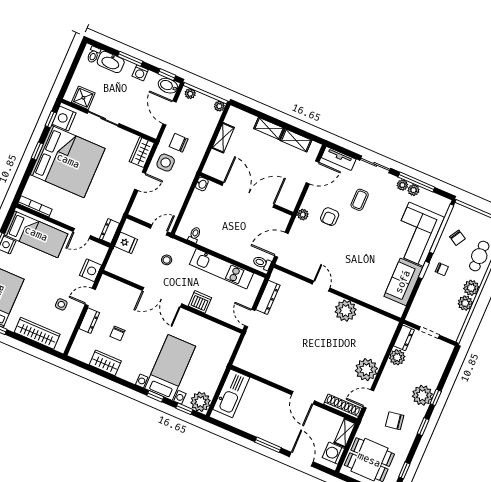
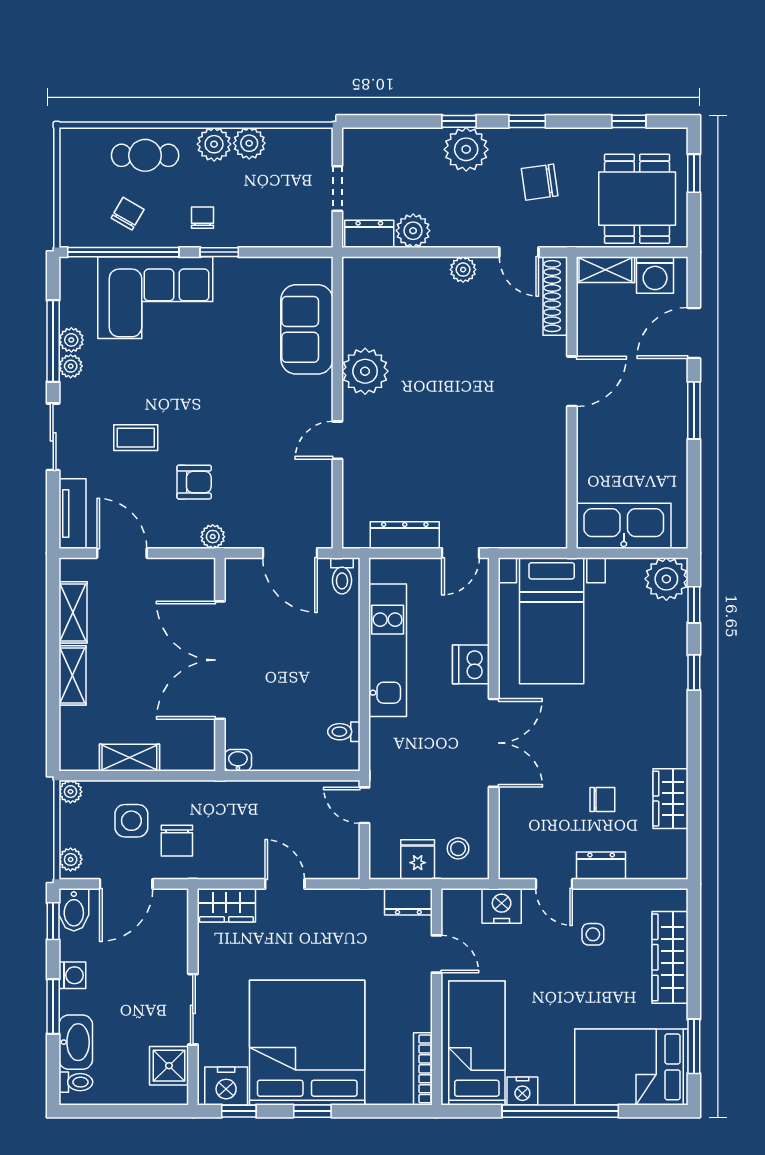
side table: (166, 163) -> (131, 821), moved
stool: (167, 260) -> (458, 848), moved
sofa: (403, 282) -> (307, 329), moved, turned 90
bed with nightstands: (170, 367) -> (552, 621), moved, turned -90
plant: (366, 370) -> (463, 270), width x0.53, depth x0.53
chair: (395, 421) -> (540, 182), turned 91

